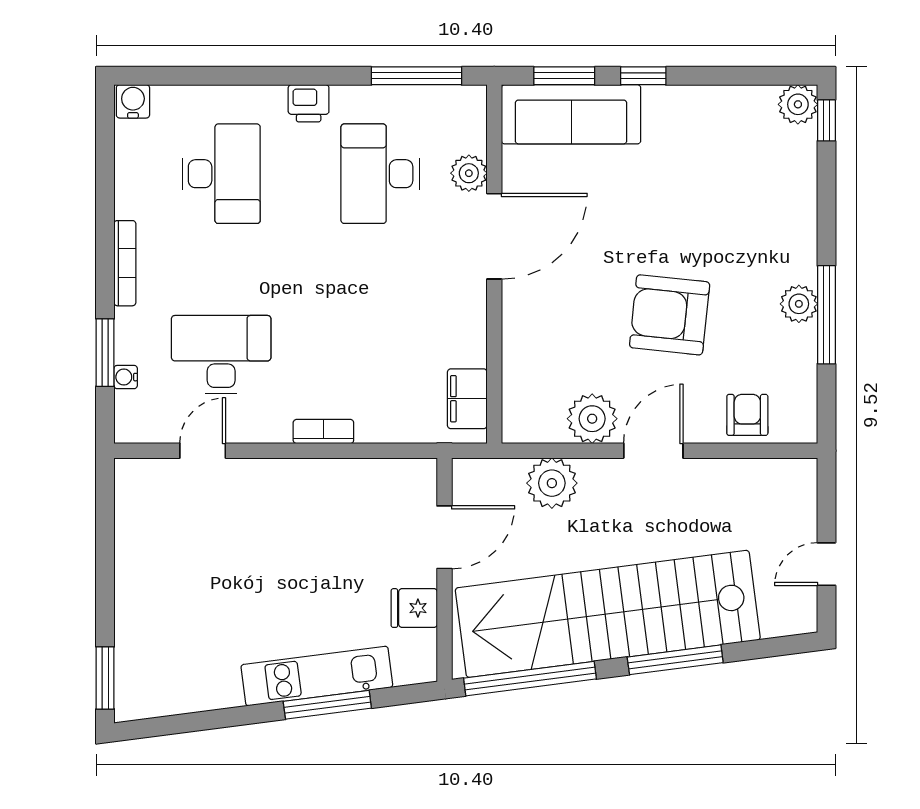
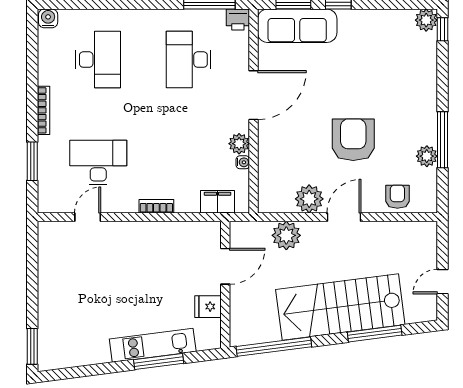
printer: (309, 103) -> (238, 19), moved
plant: (469, 173) -> (239, 144), moved
plant: (799, 304) -> (427, 156), moved
armchair: (670, 315) -> (353, 140), turned 84
water cooler: (126, 377) -> (243, 162), moved, turned 180
filing cabinet: (467, 399) -> (218, 202), moved, turned 90
stairs: (608, 614) -> (340, 307), width x0.73
window: (675, 660) -> (375, 334), moved

